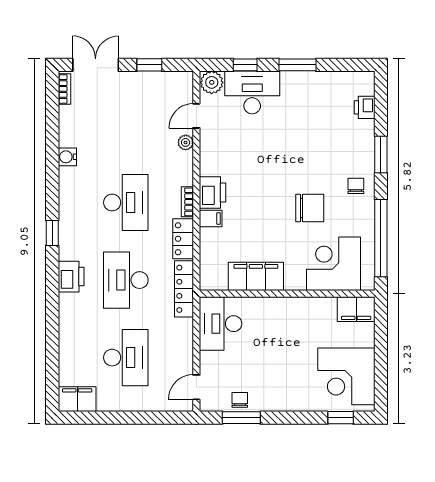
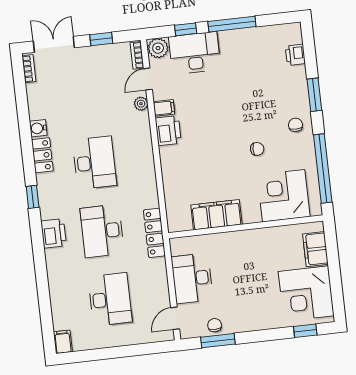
window: (298, 65) -> (232, 24), width x1.44
printer: (213, 192) -> (168, 131), moved
bookcase: (187, 202) -> (137, 55), moved
chair: (310, 208) -> (257, 149), width x0.54, depth x0.54
filing cabinet: (211, 218) -> (164, 108), moved
locker: (183, 239) -> (42, 155), moved, turned 180
filing cabinet: (356, 309) -> (315, 249), moved, turned 90
desk: (221, 324) -> (192, 278), moved
filing cabinet: (77, 399) -> (63, 342), width x0.50

